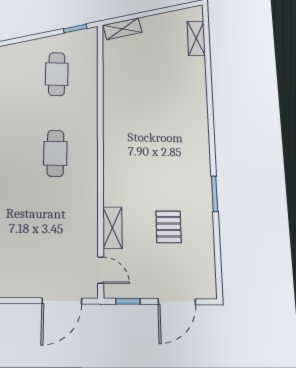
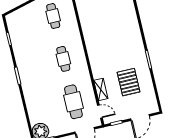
pallet: (169, 227) -> (129, 82), width x1.50, depth x1.42
cafe table: (54, 238) -> (73, 102), added

